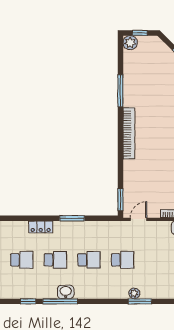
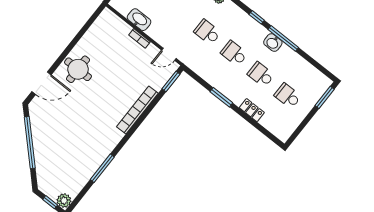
bookcase: (129, 133) -> (137, 110), moved
window: (28, 301) -> (257, 17), moved

